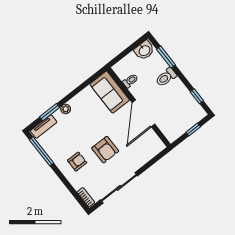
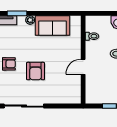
sofa: (110, 92) -> (52, 25), moved, turned -90
door: (144, 113) -> (83, 67), width x0.53

